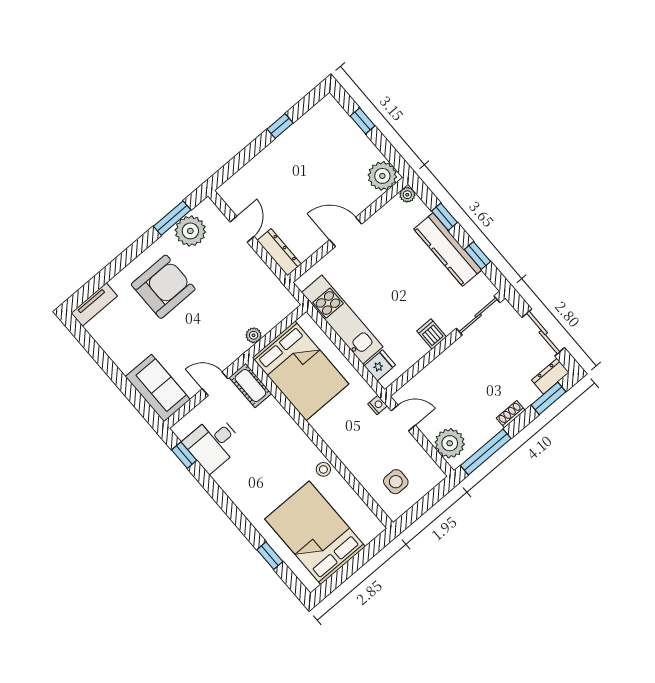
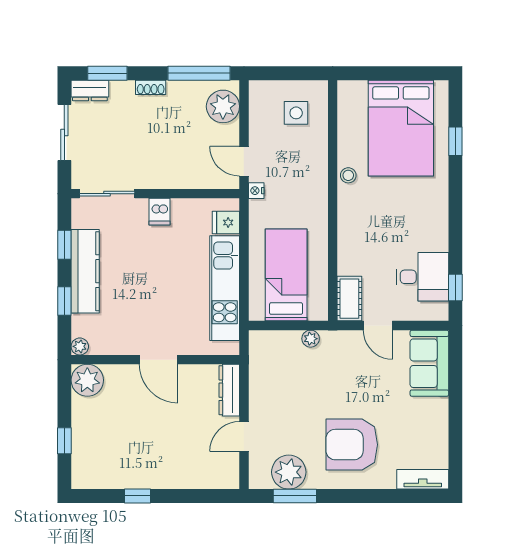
bed: (301, 371) -> (286, 275), width x0.67

